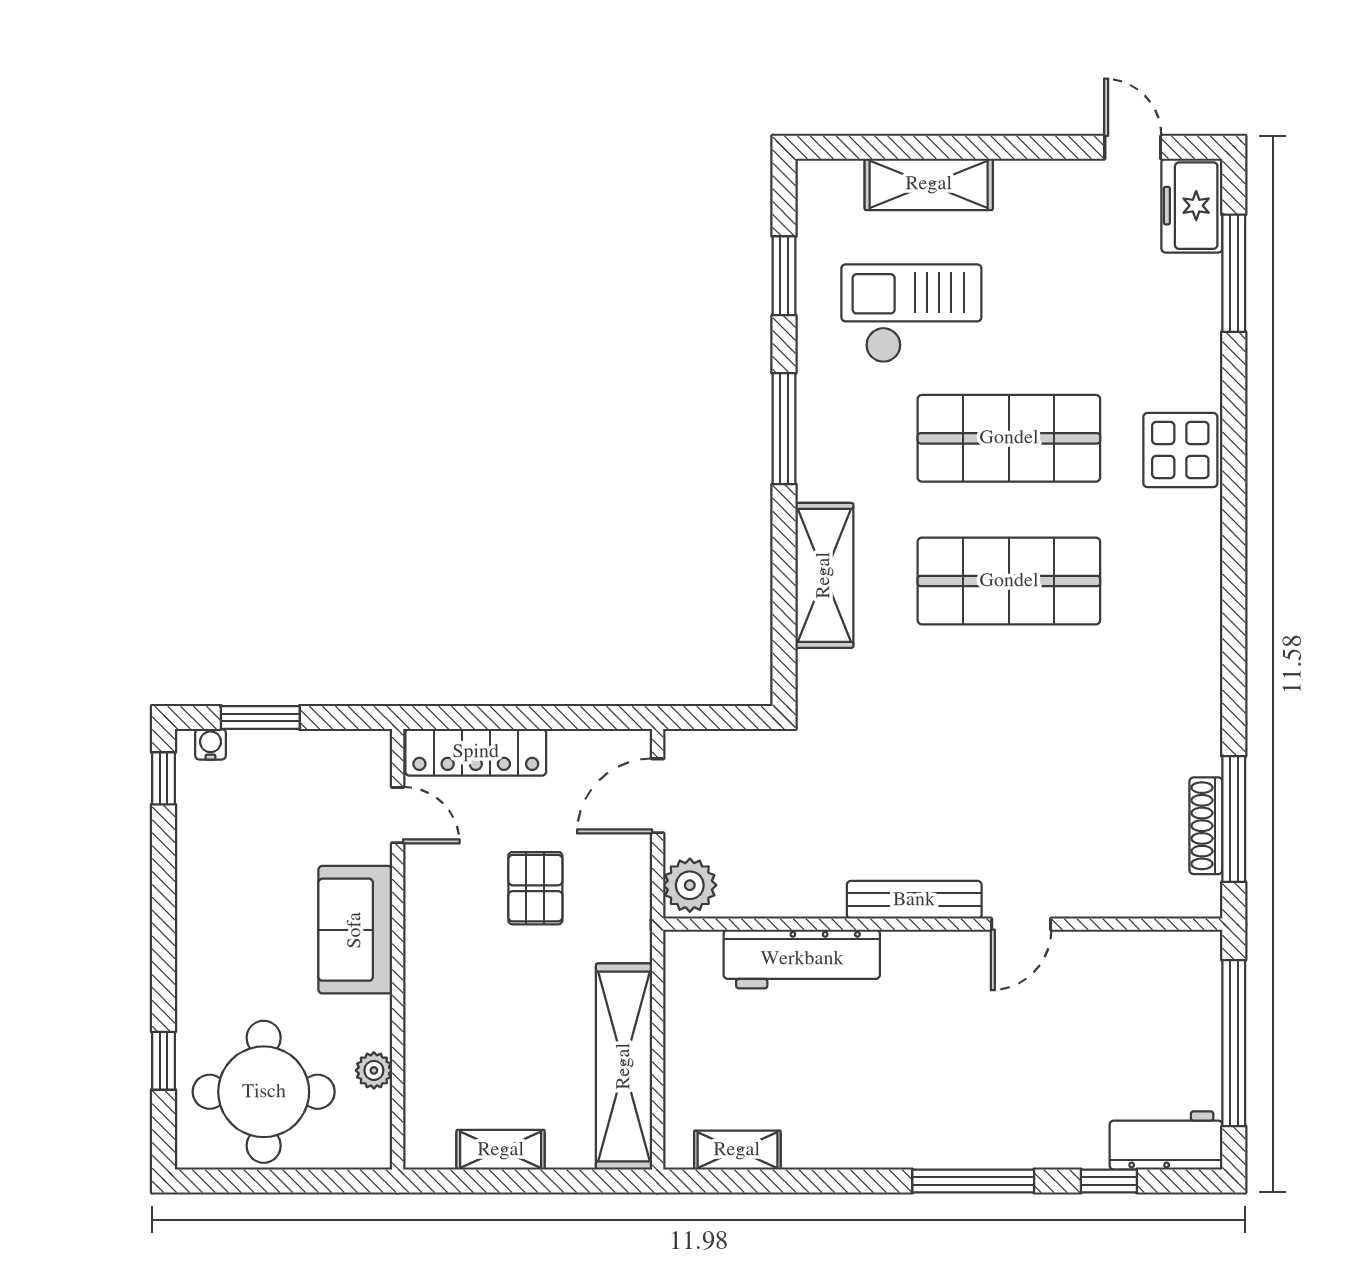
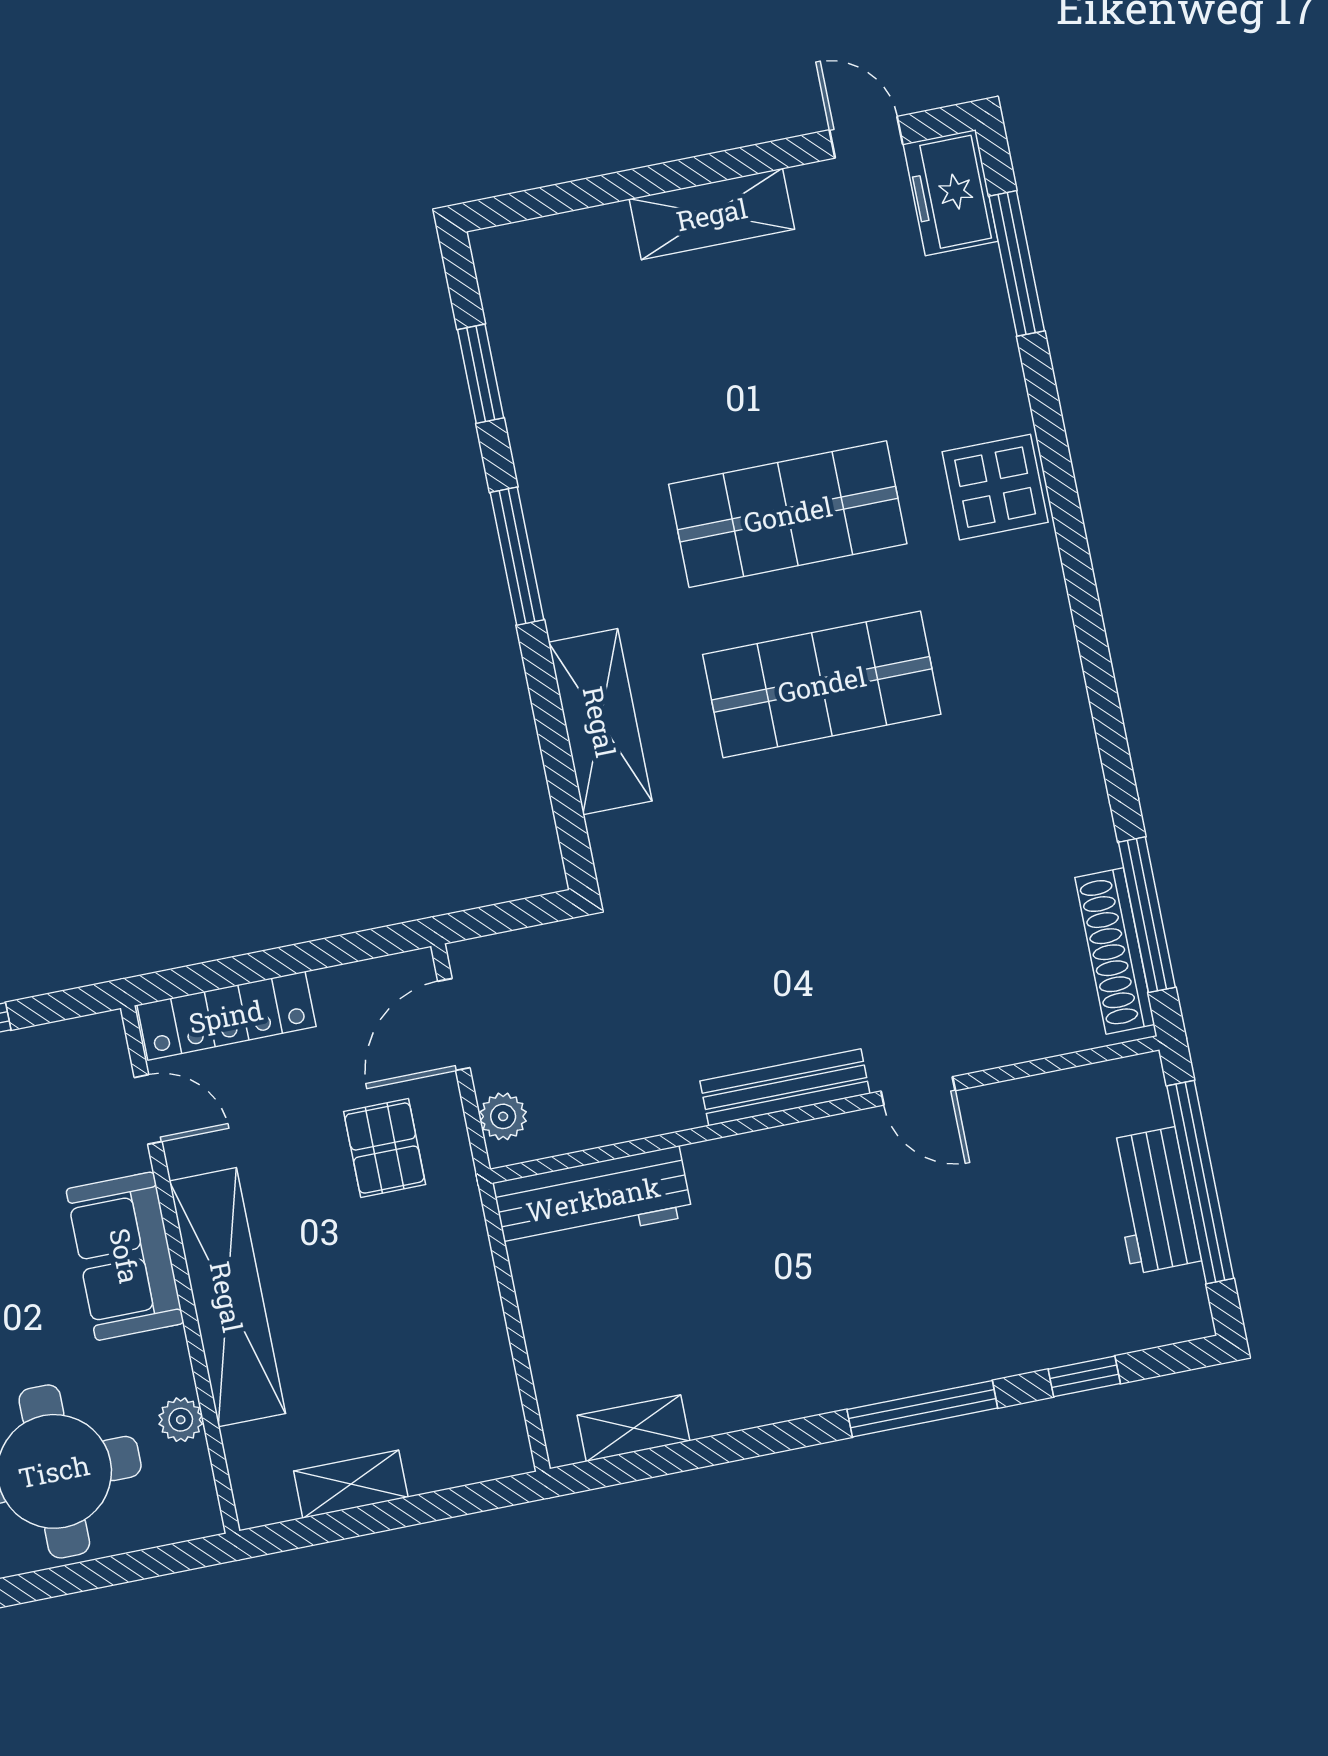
shelving: (929, 184) -> (712, 214), moved
checkout: (911, 313) -> (642, 388), removed
shoe rack: (1206, 826) -> (1115, 951), width x1.36, depth x1.24
plant: (690, 885) -> (503, 1116), width x0.73, depth x0.73
pallet: (535, 888) -> (385, 1148), moved
door: (1021, 924) -> (918, 1091), hinge flipped
workbench: (802, 959) -> (593, 1199), moved
shelving: (624, 1066) -> (227, 1297), moved
workbench: (1166, 1140) -> (1154, 1201), moved, turned -90

